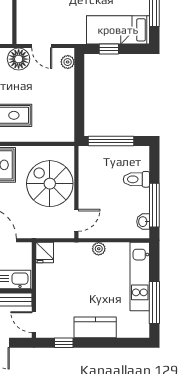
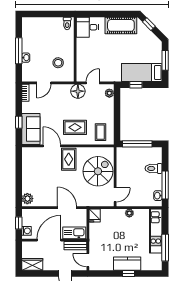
door: (42, 46) -> (93, 83), swing flipped
coffee table: (54, 123) -> (100, 132), added
spiral stairs: (50, 184) -> (98, 171), turned 90
window: (64, 343) -> (129, 273), moved

